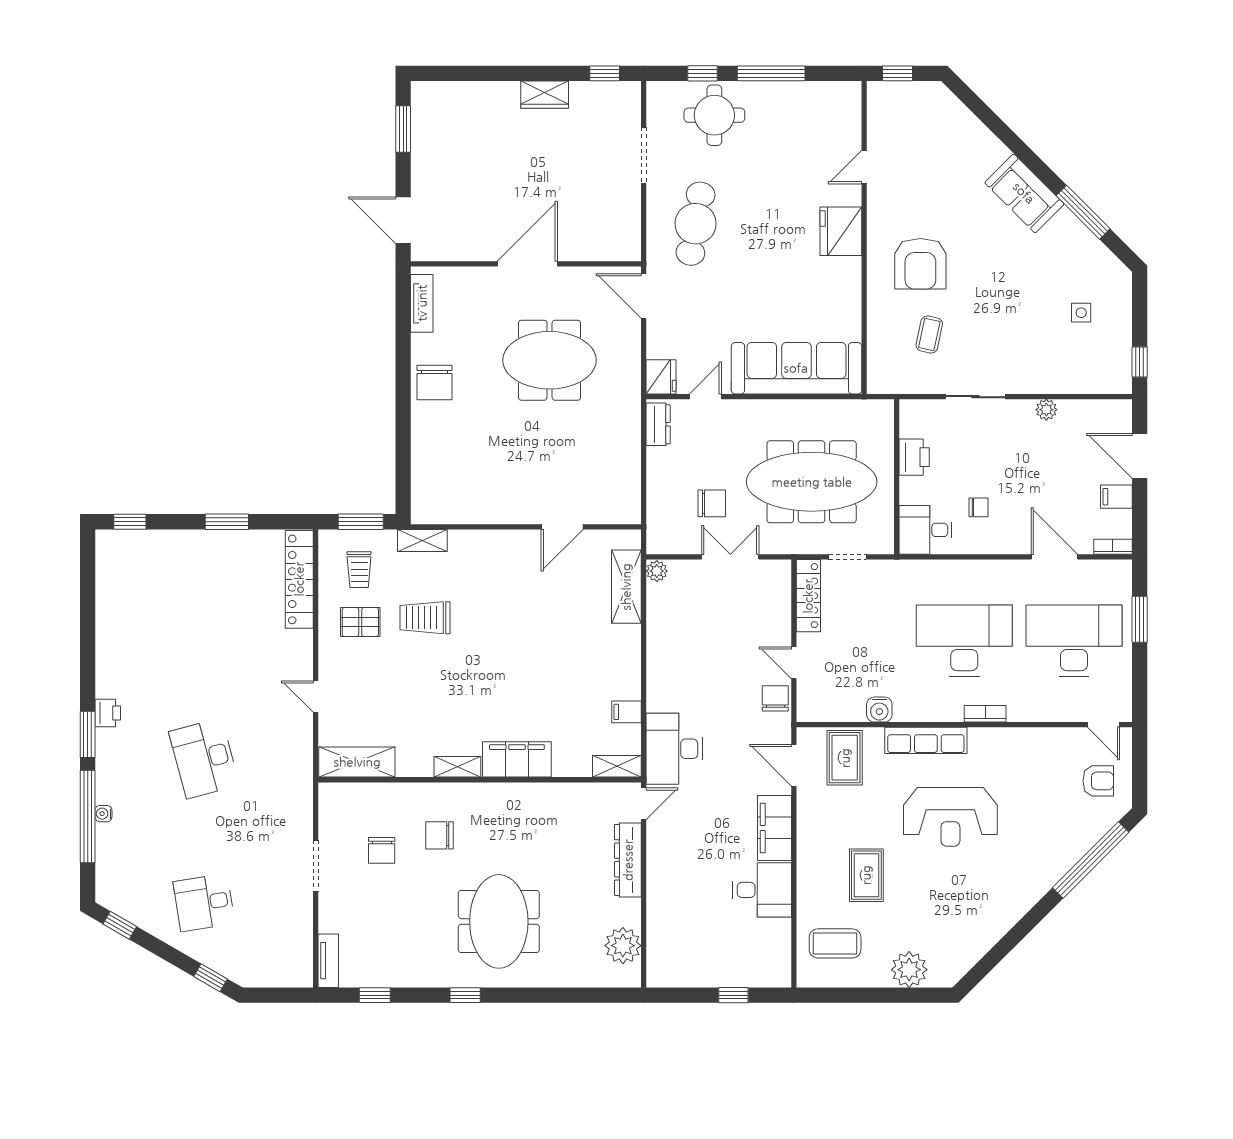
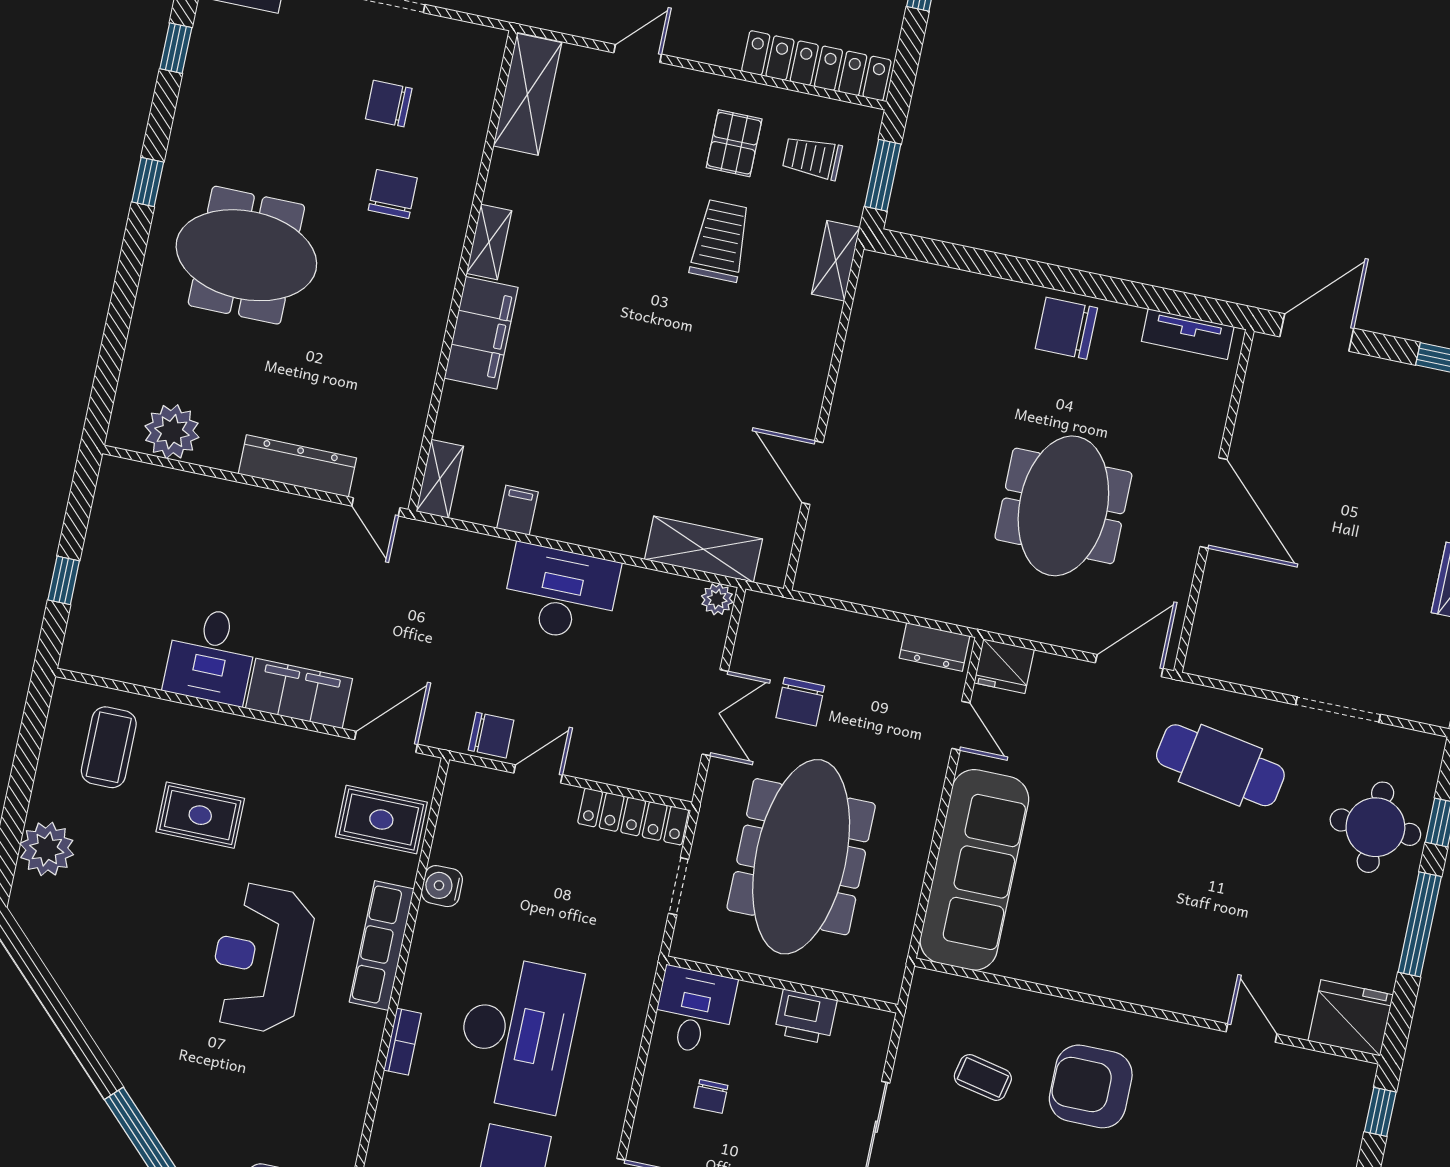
fridge: (841, 231) -> (1351, 1018), moved
desk: (674, 749) -> (561, 593), moved

